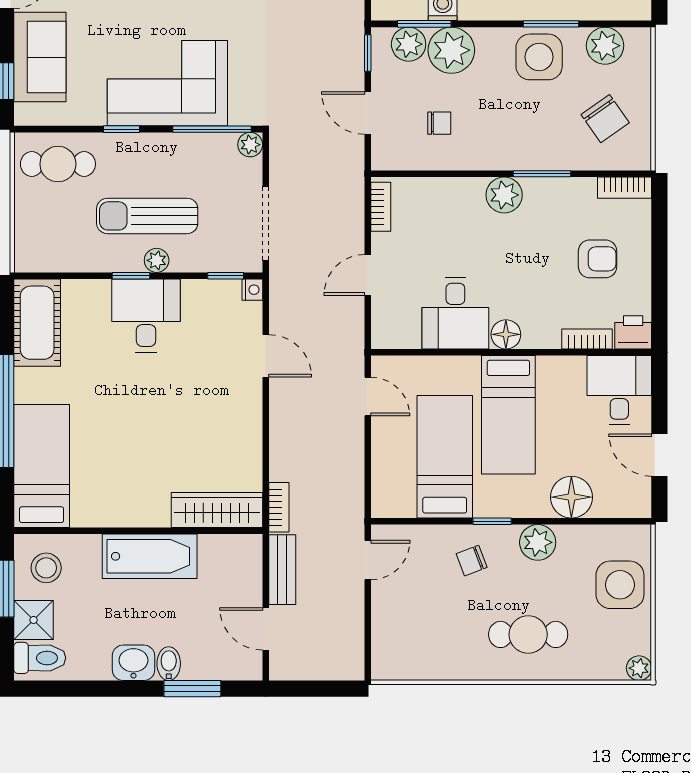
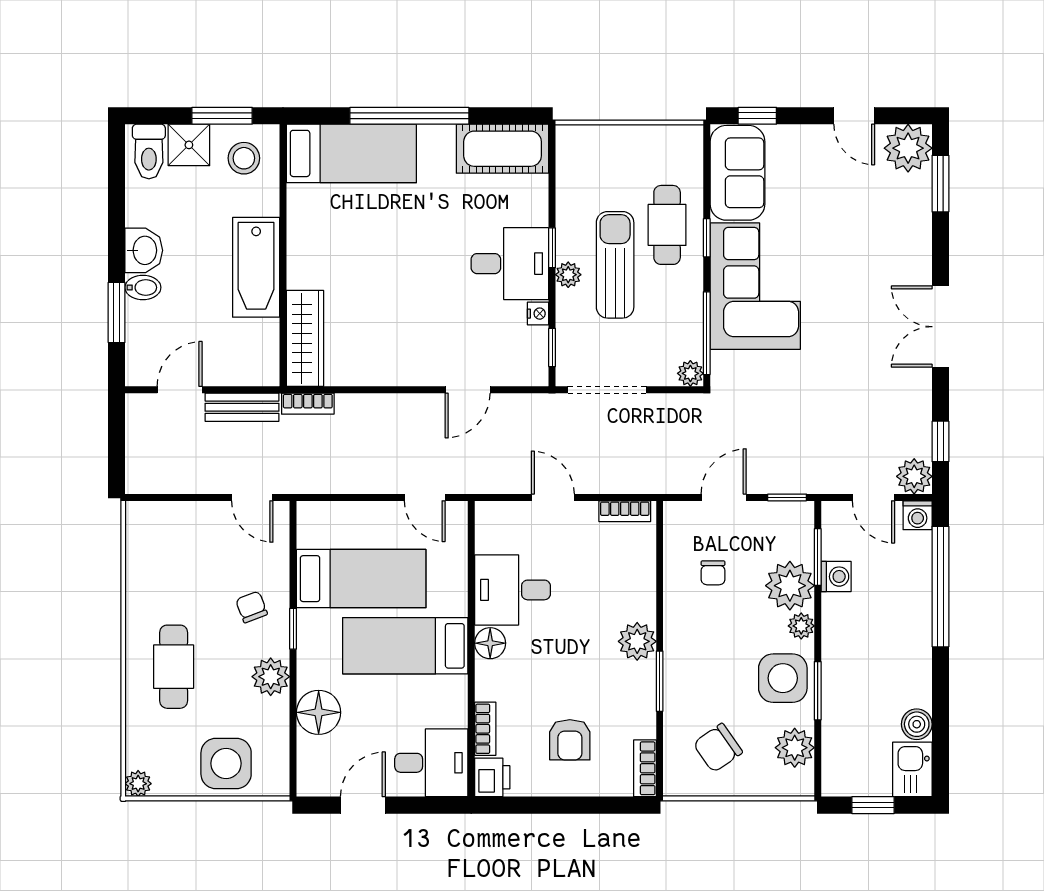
plant: (409, 44) -> (801, 626), moved, width x0.73, depth x0.73
sofa: (40, 57) -> (737, 173), moved, turned -90
cafe table: (58, 164) -> (667, 225), moved
nightstand: (252, 290) -> (538, 314), moved, turned -90
door: (368, 396) -> (425, 497), hinge flipped

